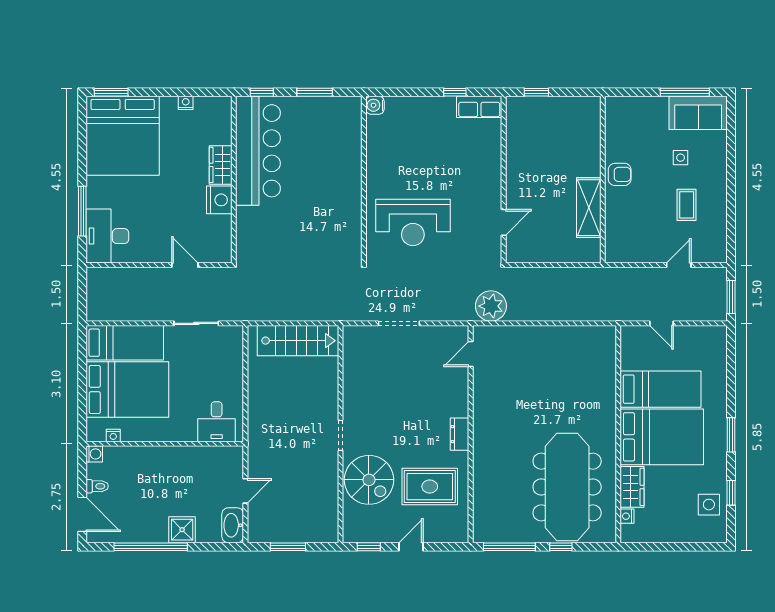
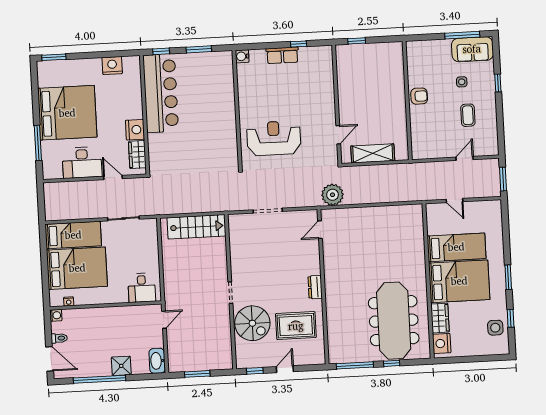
nightstand: (186, 103) -> (112, 66), width x1.89, depth x1.79
row of seats: (479, 107) -> (282, 55), moved
bed: (123, 136) -> (67, 113), moved, turned -90
window: (731, 162) -> (498, 83), added
wardrobe: (221, 165) -> (137, 155), moved
shelving: (589, 208) -> (373, 153), moved, turned 90
reception desk: (413, 222) -> (274, 138), turned 180
desk: (107, 236) -> (82, 163), moved, turned -90
door: (245, 491) -> (164, 320), moved
nightstand: (627, 516) -> (442, 343), width x1.89, depth x1.79

